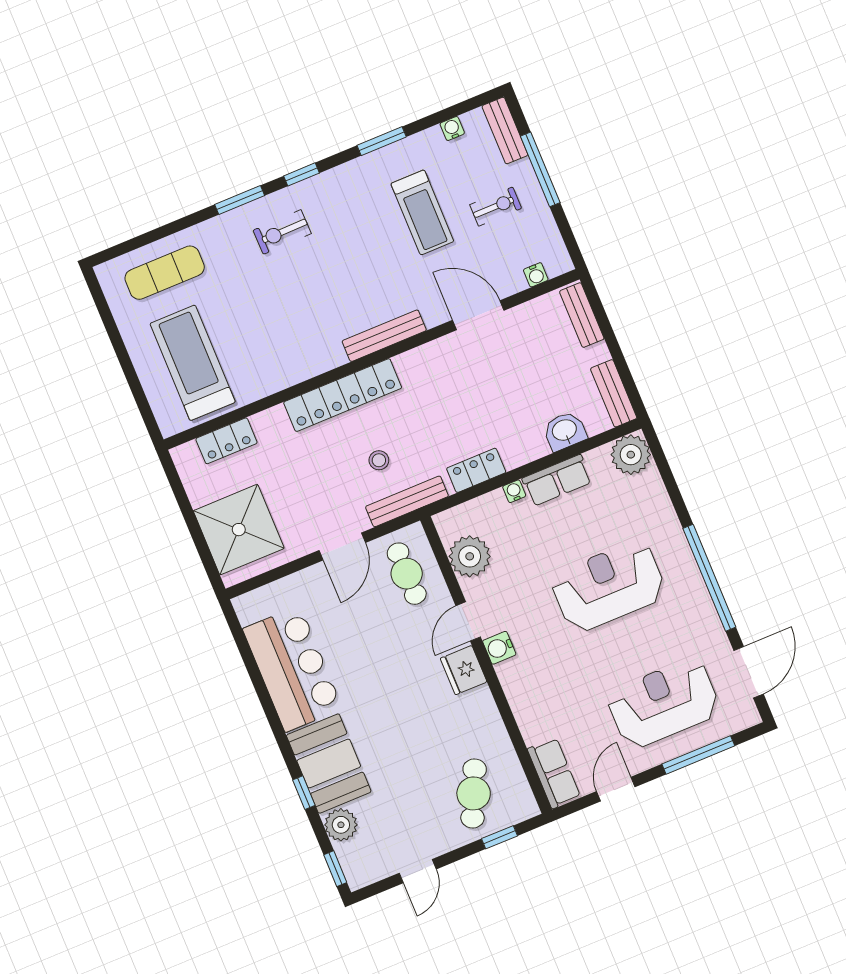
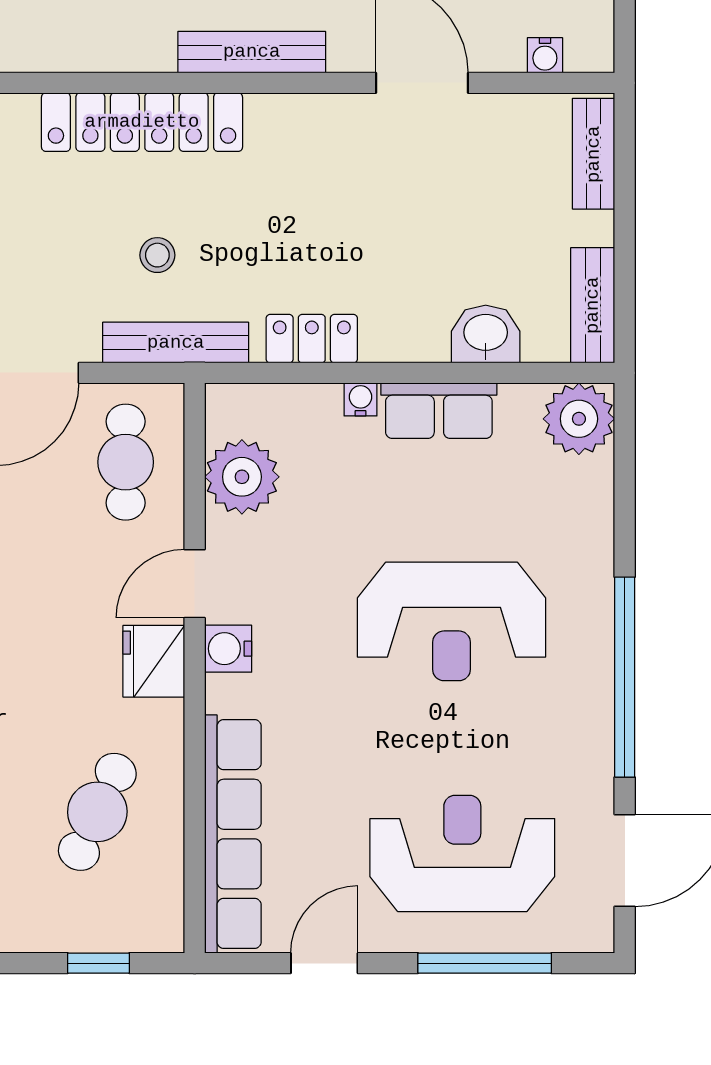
reception desk: (608, 586) -> (451, 621), turned 180
row of seats: (554, 773) -> (233, 834), width x2.02
cafe table: (474, 793) -> (97, 812), moved

